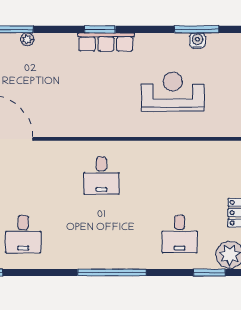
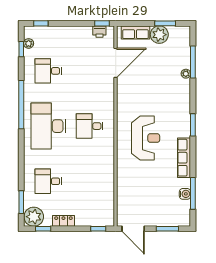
row of seats: (106, 42) -> (184, 158), moved
reception desk: (173, 92) -> (146, 138), moved
desk: (101, 234) -> (48, 126), added
window: (112, 272) -> (21, 105), moved

